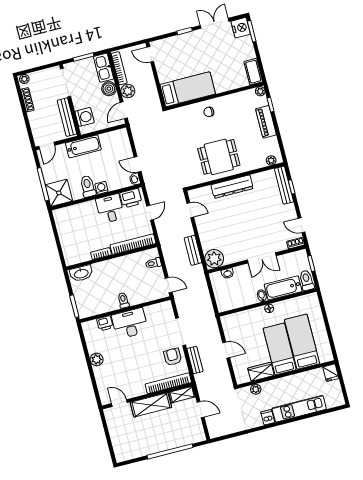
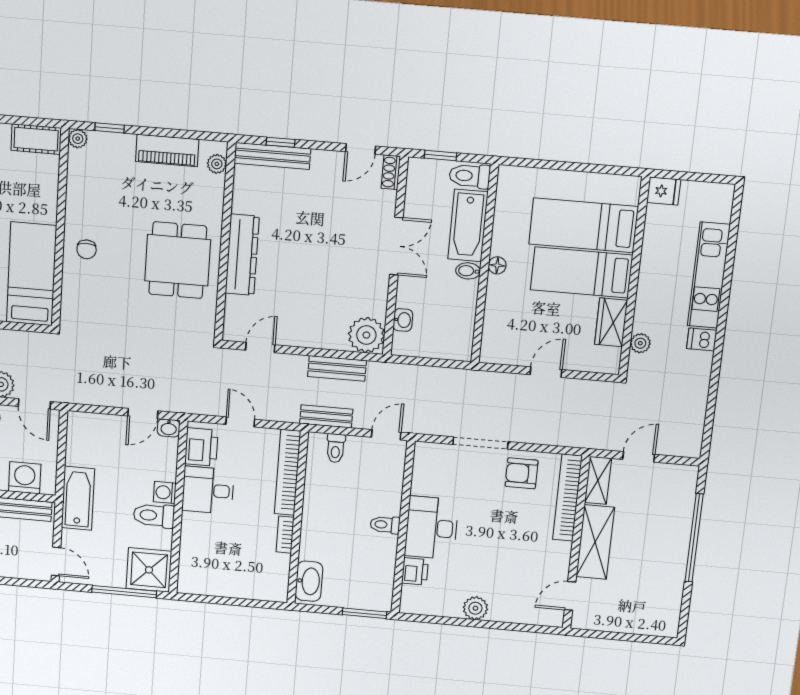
piano: (266, 122) -> (167, 150), moved
bench: (195, 360) -> (326, 416), moved

